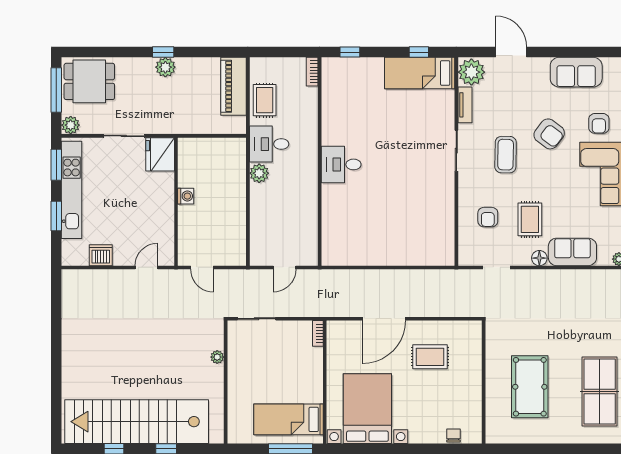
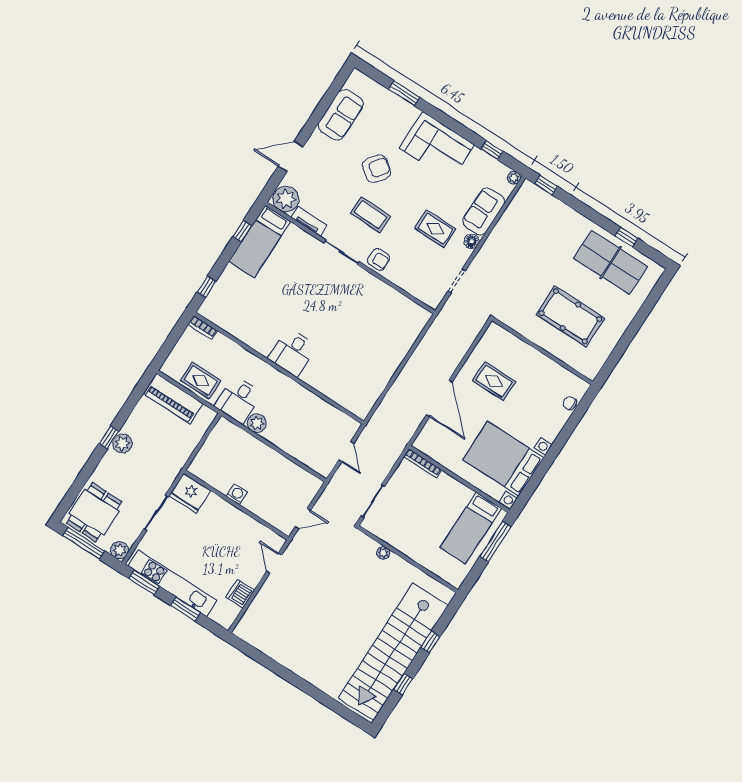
armchair: (599, 123) -> (394, 123), removed
armchair: (488, 217) -> (379, 259), moved
bookcase: (318, 333) -> (423, 463), width x1.56
rug: (430, 357) -> (494, 381), turned 90

